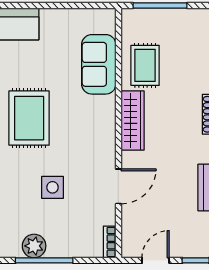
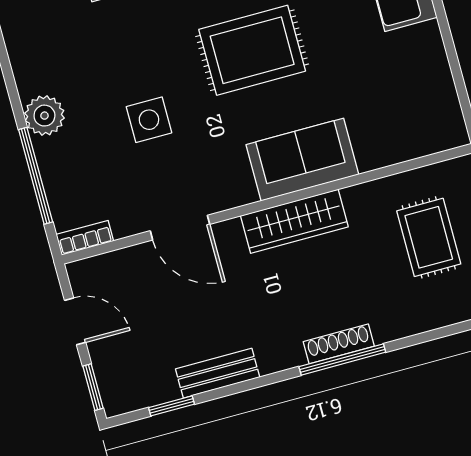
sofa: (99, 64) -> (302, 160), moved
rug: (145, 65) -> (429, 237), moved, turned 90
window: (44, 260) -> (36, 176), moved

